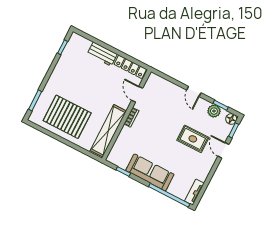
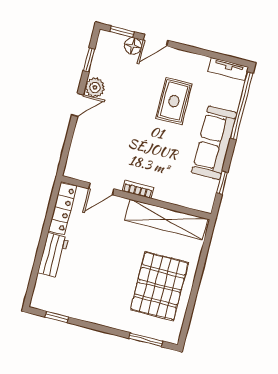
plant: (214, 111) -> (95, 87), moved
floor lamp: (231, 119) -> (133, 46), moved
rug: (193, 139) -> (174, 101), moved

